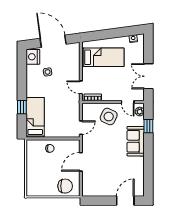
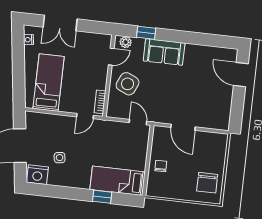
double door: (148, 76) -> (60, 23), moved
chair: (65, 186) -> (207, 183), moved, turned 180

